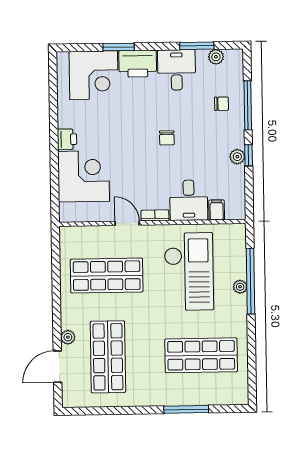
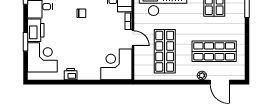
printer: (67, 139) -> (71, 74), moved
corner desk: (84, 176) -> (116, 64), moved
door: (127, 223) -> (133, 38), swing flipped

